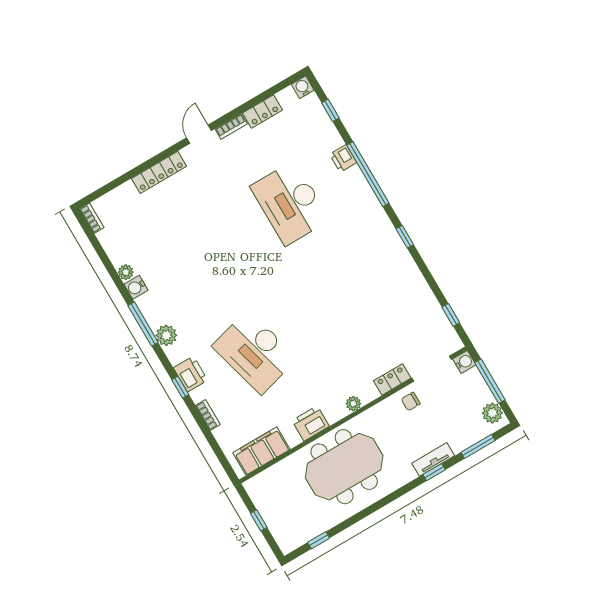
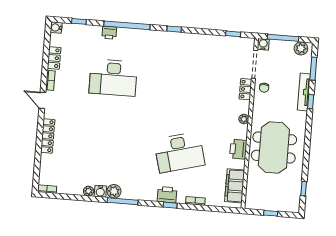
plant: (166, 335) -> (114, 191), moved
tv unit: (433, 459) -> (304, 92), width x1.41

